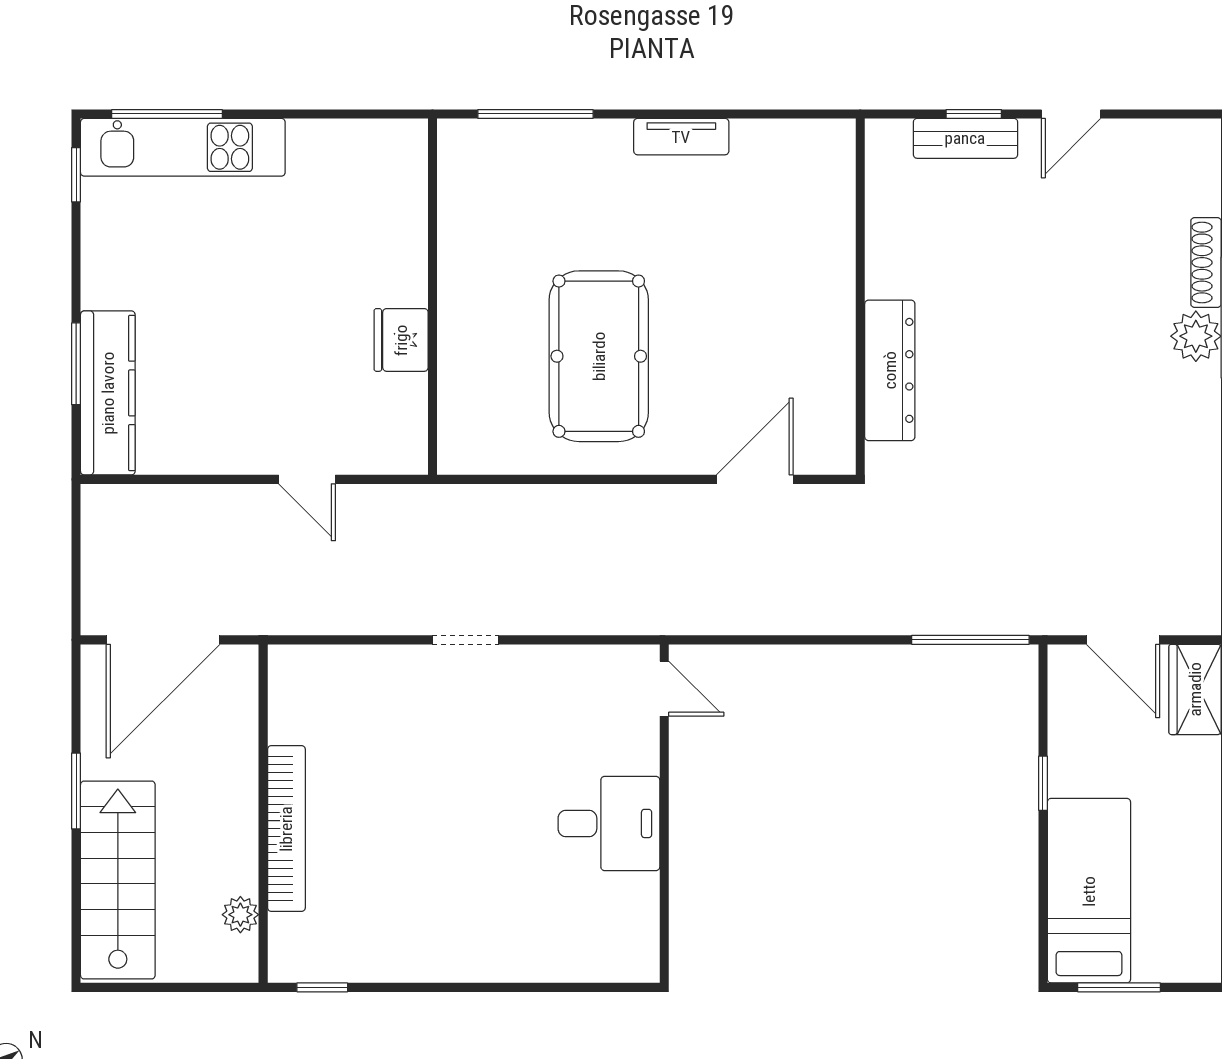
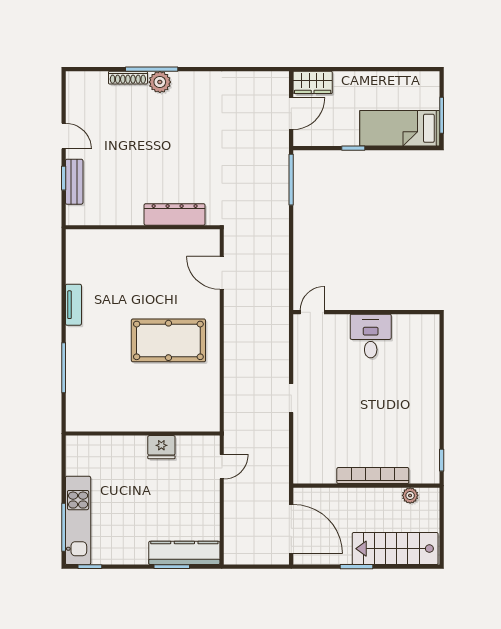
wall: (433, 297) -> (143, 434), moved
fridge: (401, 340) -> (161, 447), moved

